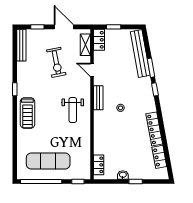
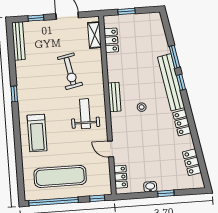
locker: (99, 40) -> (111, 40), moved
bench: (140, 53) -> (171, 82), moved
exercise bike: (56, 62) -> (70, 71), moved
door: (92, 70) -> (111, 149), moved
weight bench: (73, 110) -> (85, 114), turned 180
treadmill: (27, 113) -> (37, 133), moved
locker: (154, 129) -> (182, 123), width x0.66

